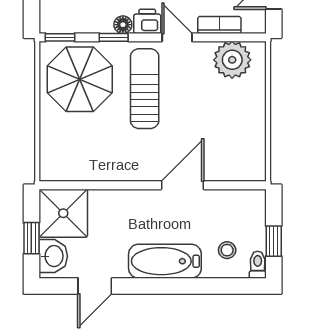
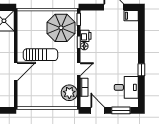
printer: (147, 21) -> (86, 36), moved
sun lounger: (145, 89) -> (40, 55), moved
door: (182, 185) -> (16, 72), hinge flipped

